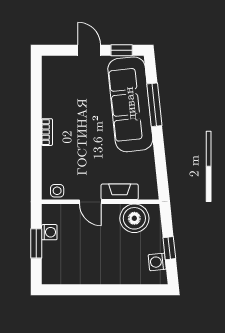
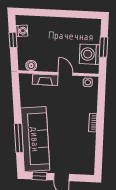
boiler: (134, 218) -> (31, 66), width x0.54, depth x0.54
washing machine: (49, 232) -> (90, 54), width x1.89, depth x1.89

